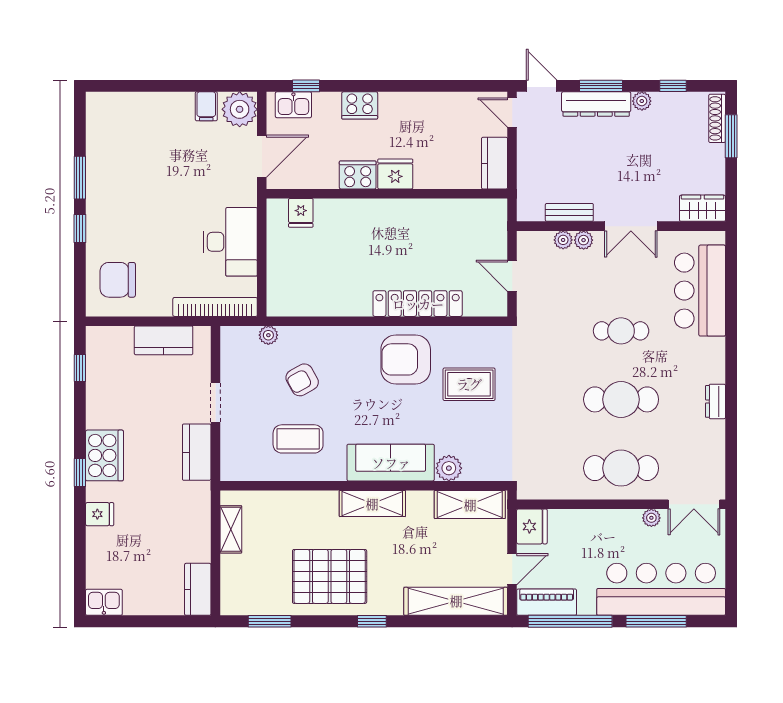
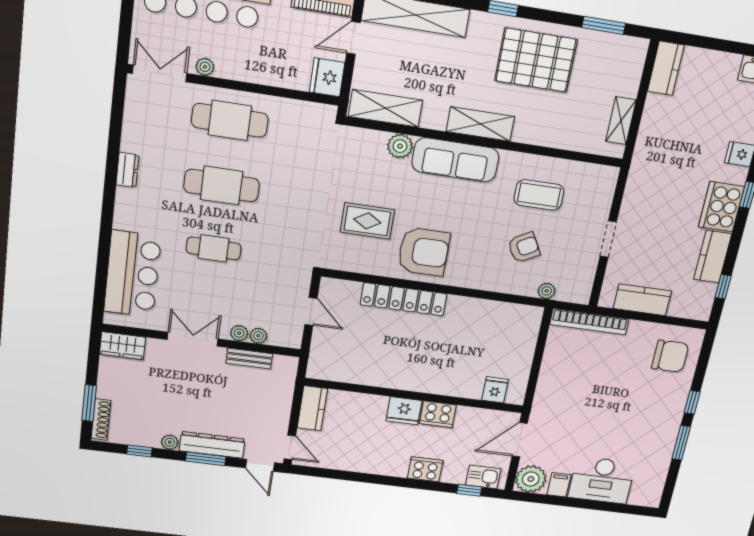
desk: (230, 242) -> (602, 480), moved, turned -90
kitchen counter: (197, 452) -> (713, 257), moved, turned 180

